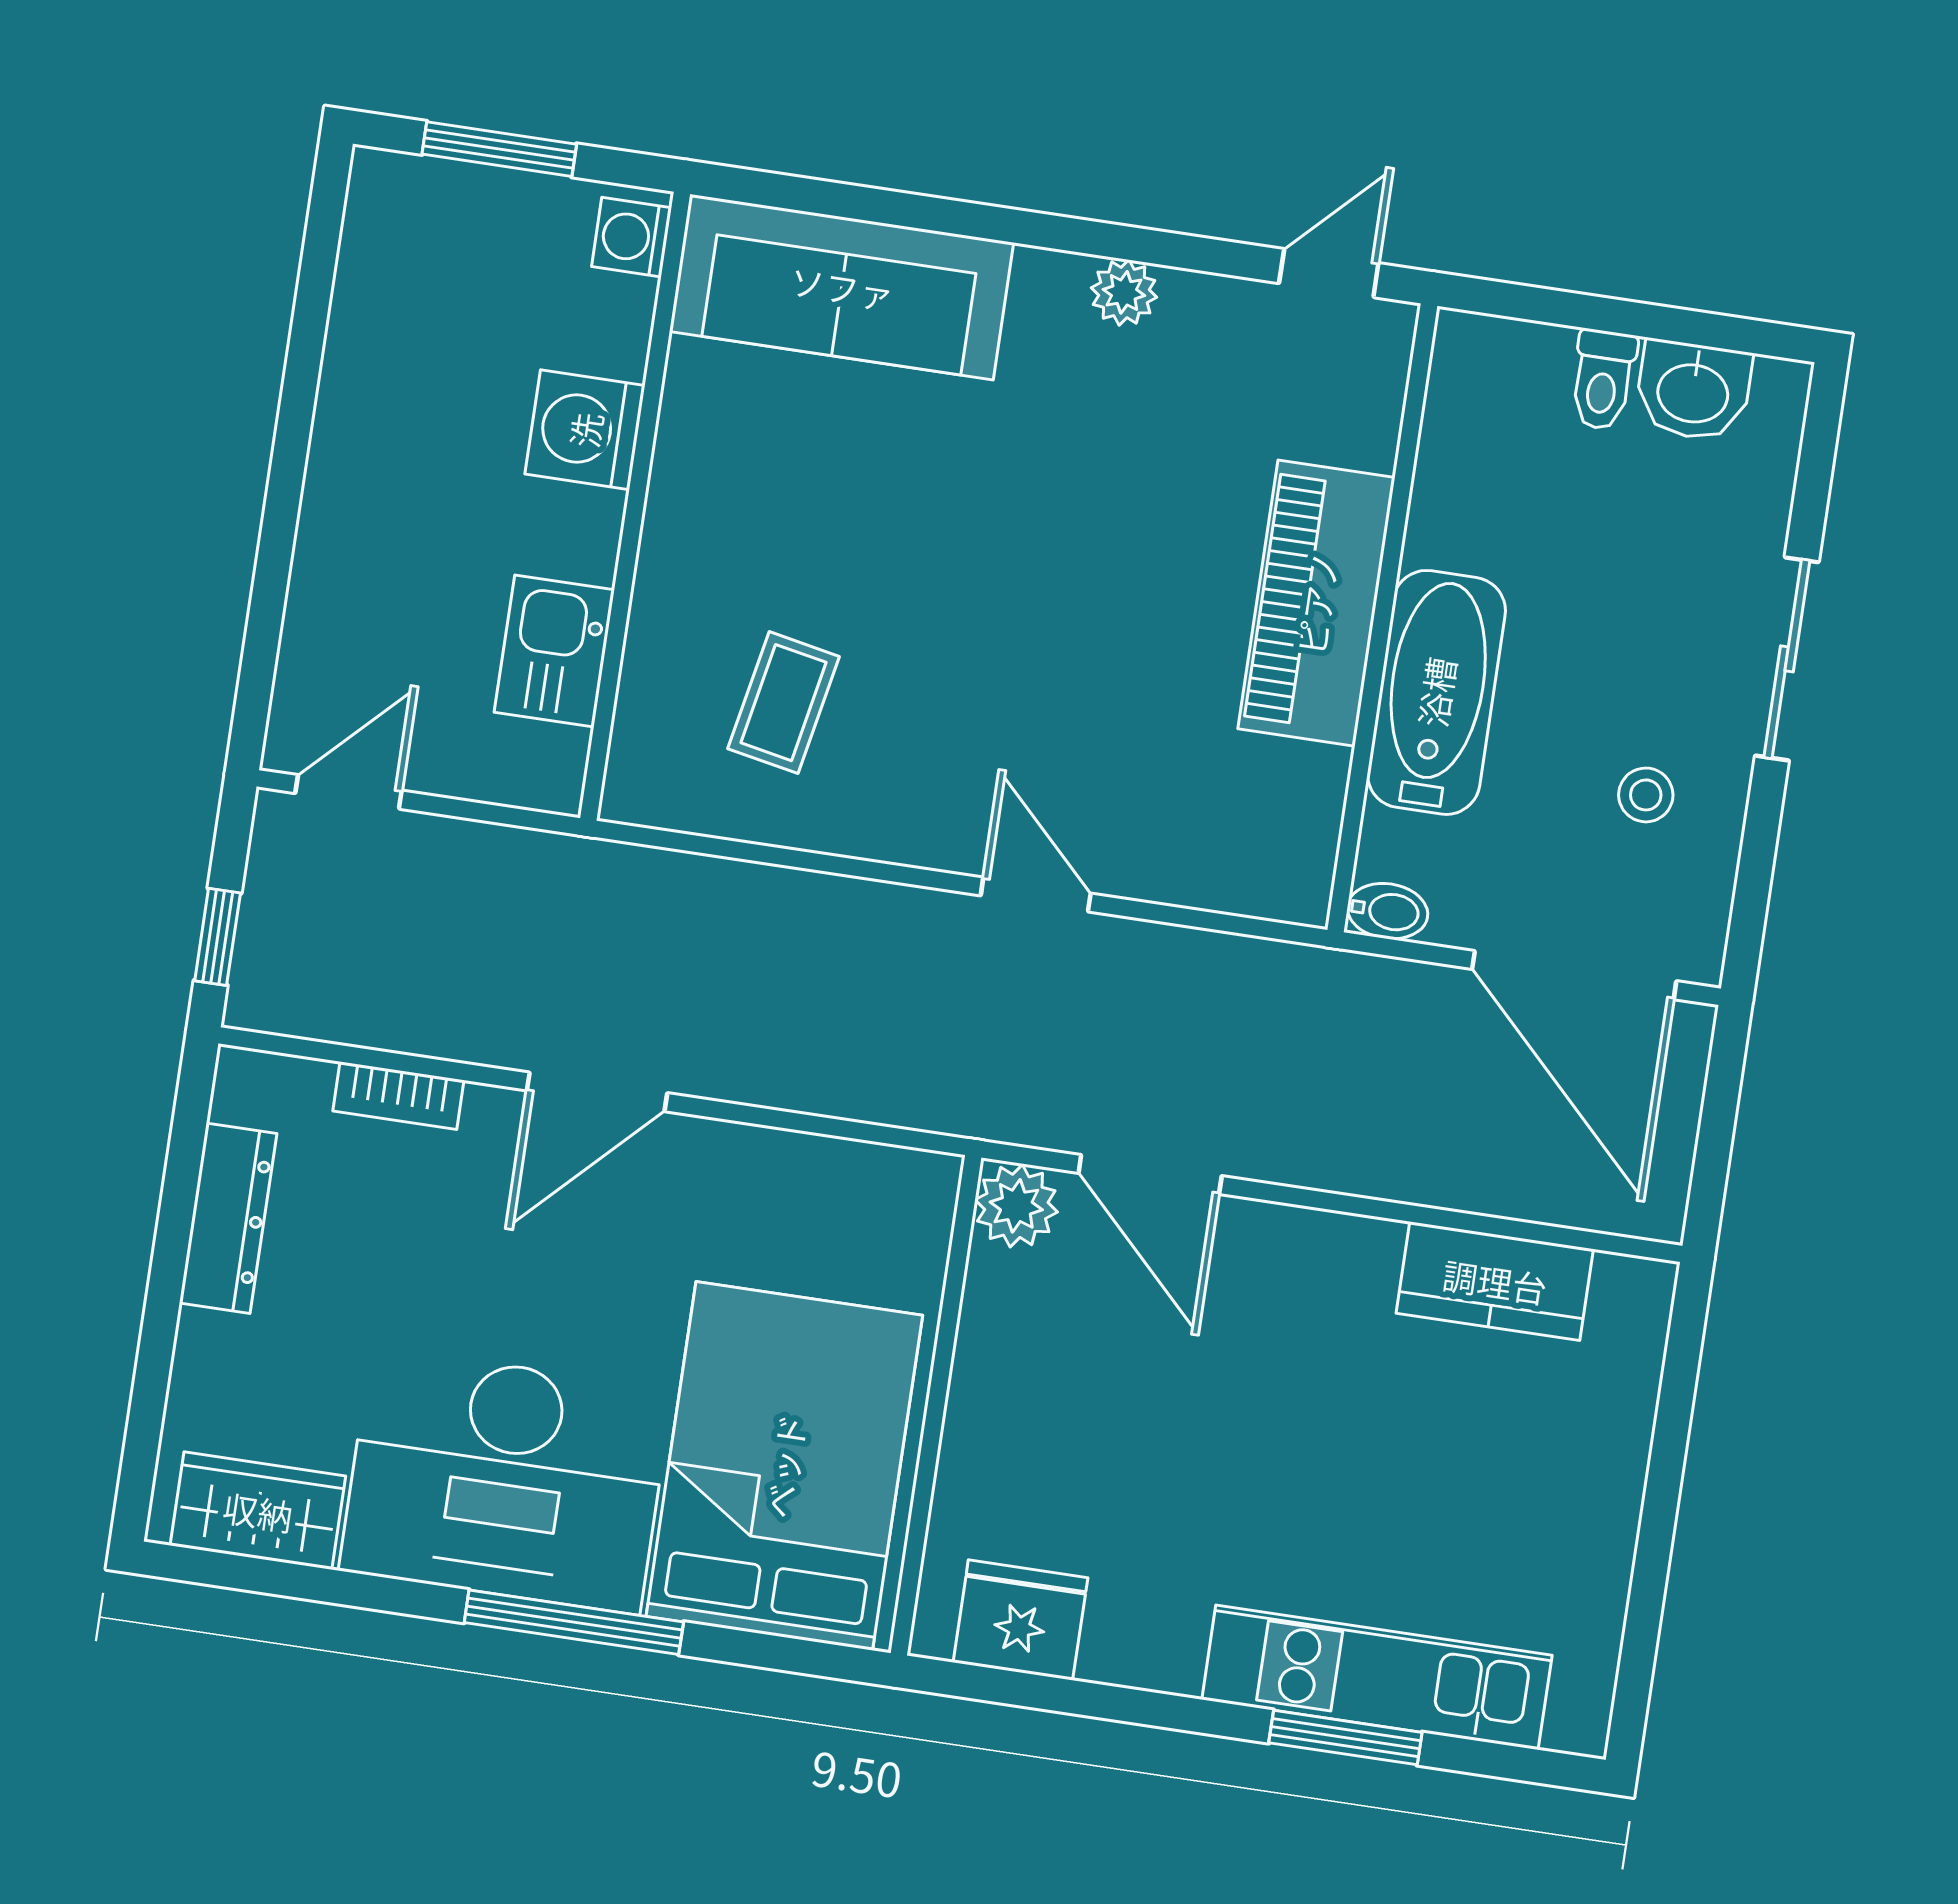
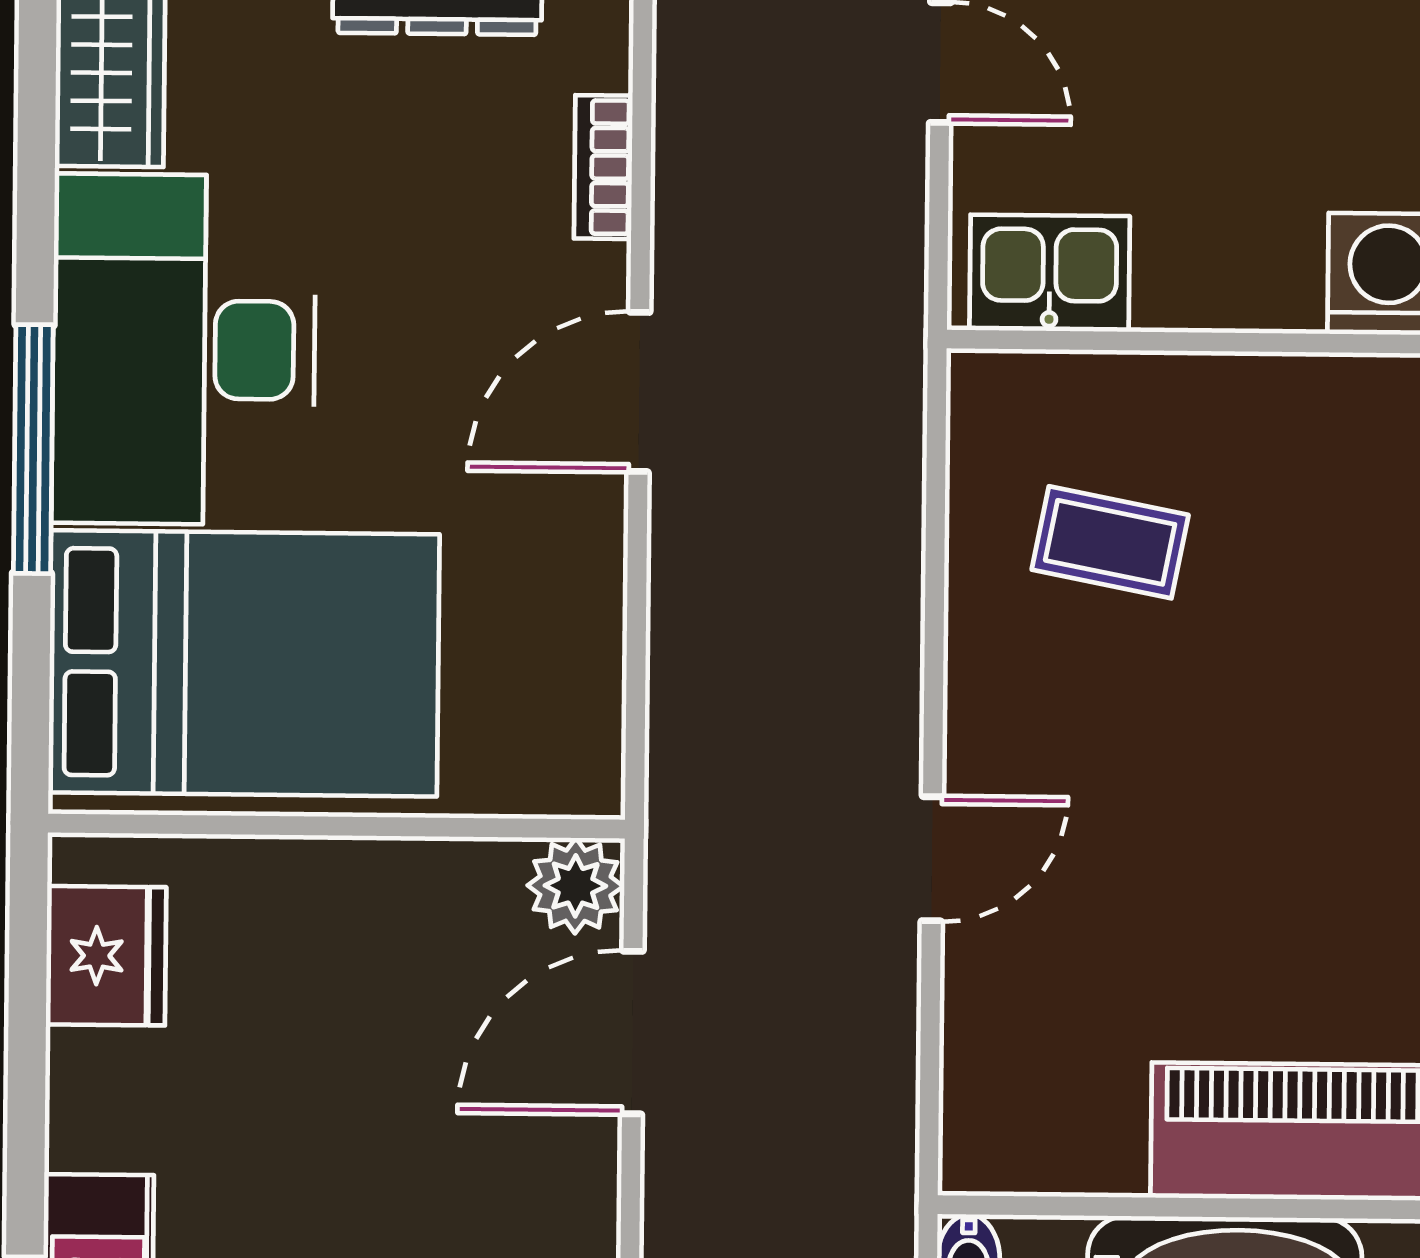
kitchen sink: (554, 651) -> (1050, 273), moved
door: (597, 1092) -> (639, 392), hinge flipped

